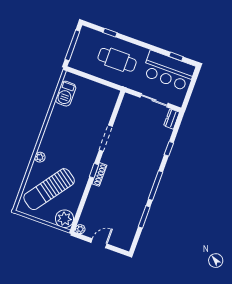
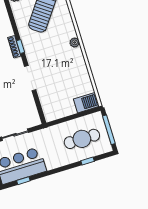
cafe table: (117, 60) -> (82, 139), moved
barbecue: (66, 94) -> (86, 103), moved, turned 90
plant: (40, 157) -> (75, 42), moved

